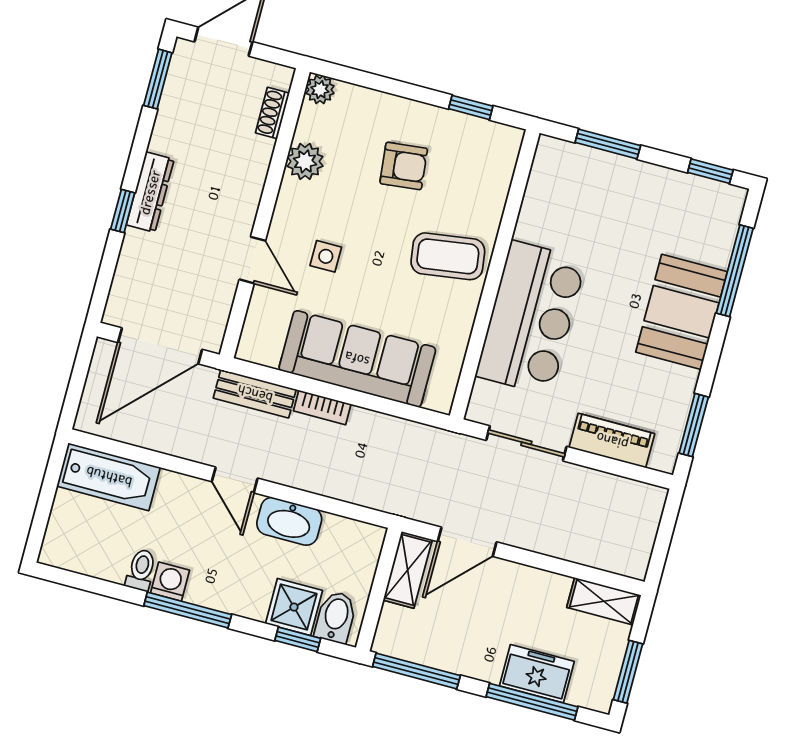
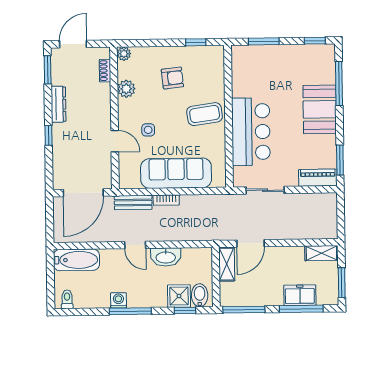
dresser: (150, 192) -> (58, 104), moved
piano: (612, 441) -> (318, 178), moved
toilet: (141, 570) -> (67, 299), moved

